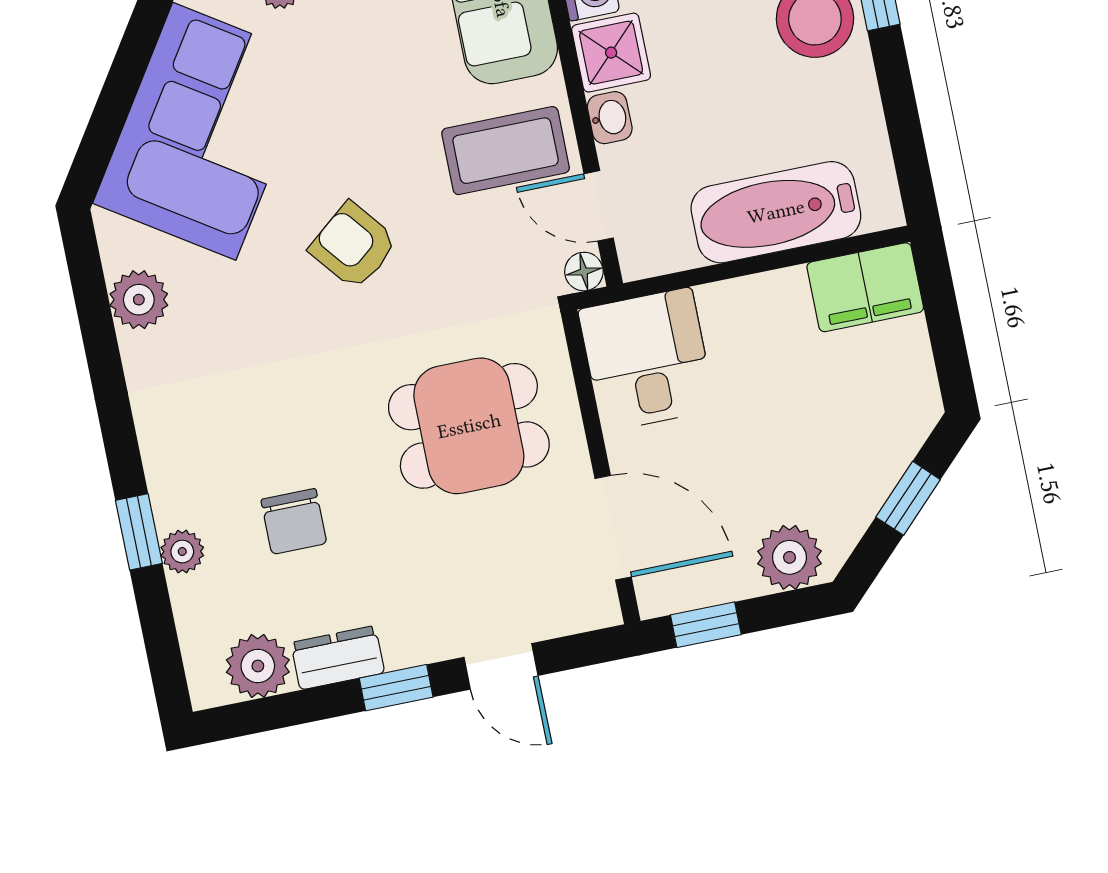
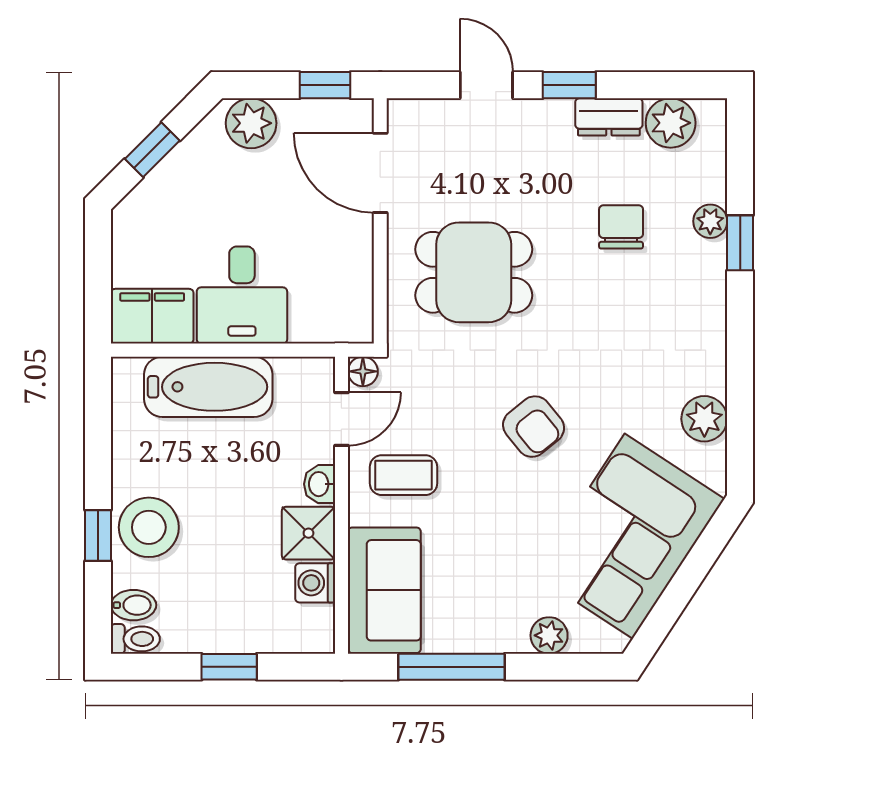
coffee table: (506, 151) -> (404, 475), width x0.73, depth x0.77
door: (599, 206) -> (341, 419), hinge flipped
desk: (647, 360) -> (242, 295), moved

